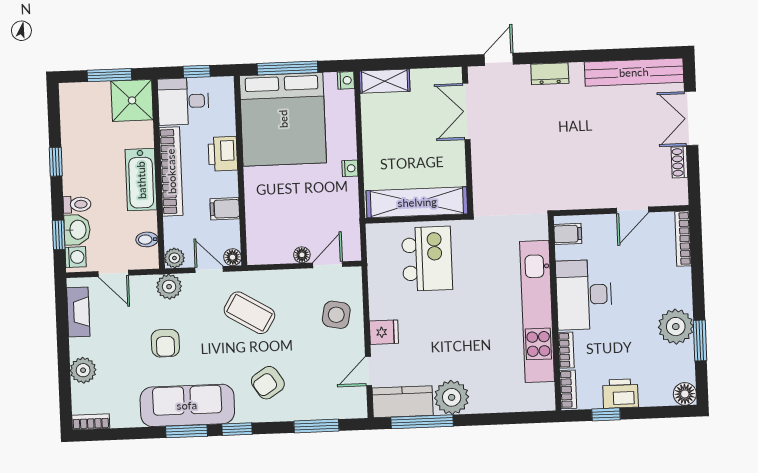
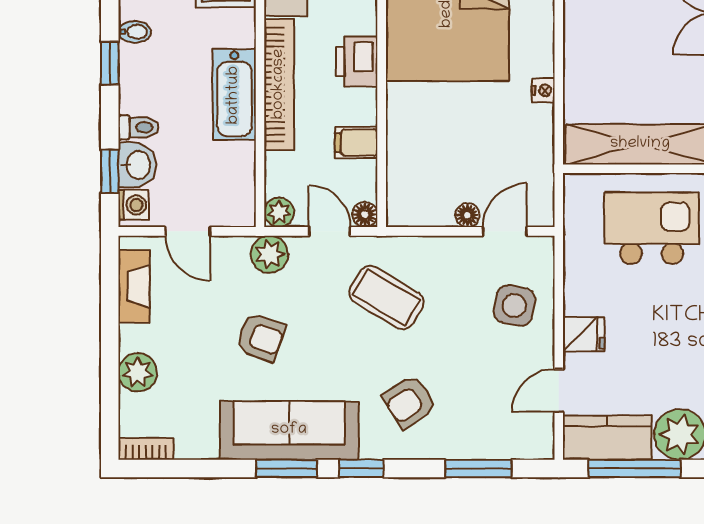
bidet: (147, 239) -> (135, 32), moved, turned 180
kitchen island: (427, 259) -> (652, 228), turned -90
armchair: (165, 343) -> (261, 337), turned -70

